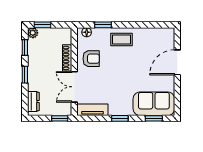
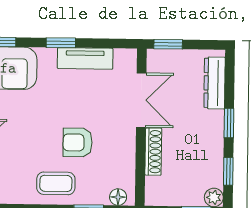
armchair: (91, 59) -> (78, 142), moved
dresser: (33, 101) -> (215, 83), width x1.44
tv unit: (92, 110) -> (85, 58), moved

